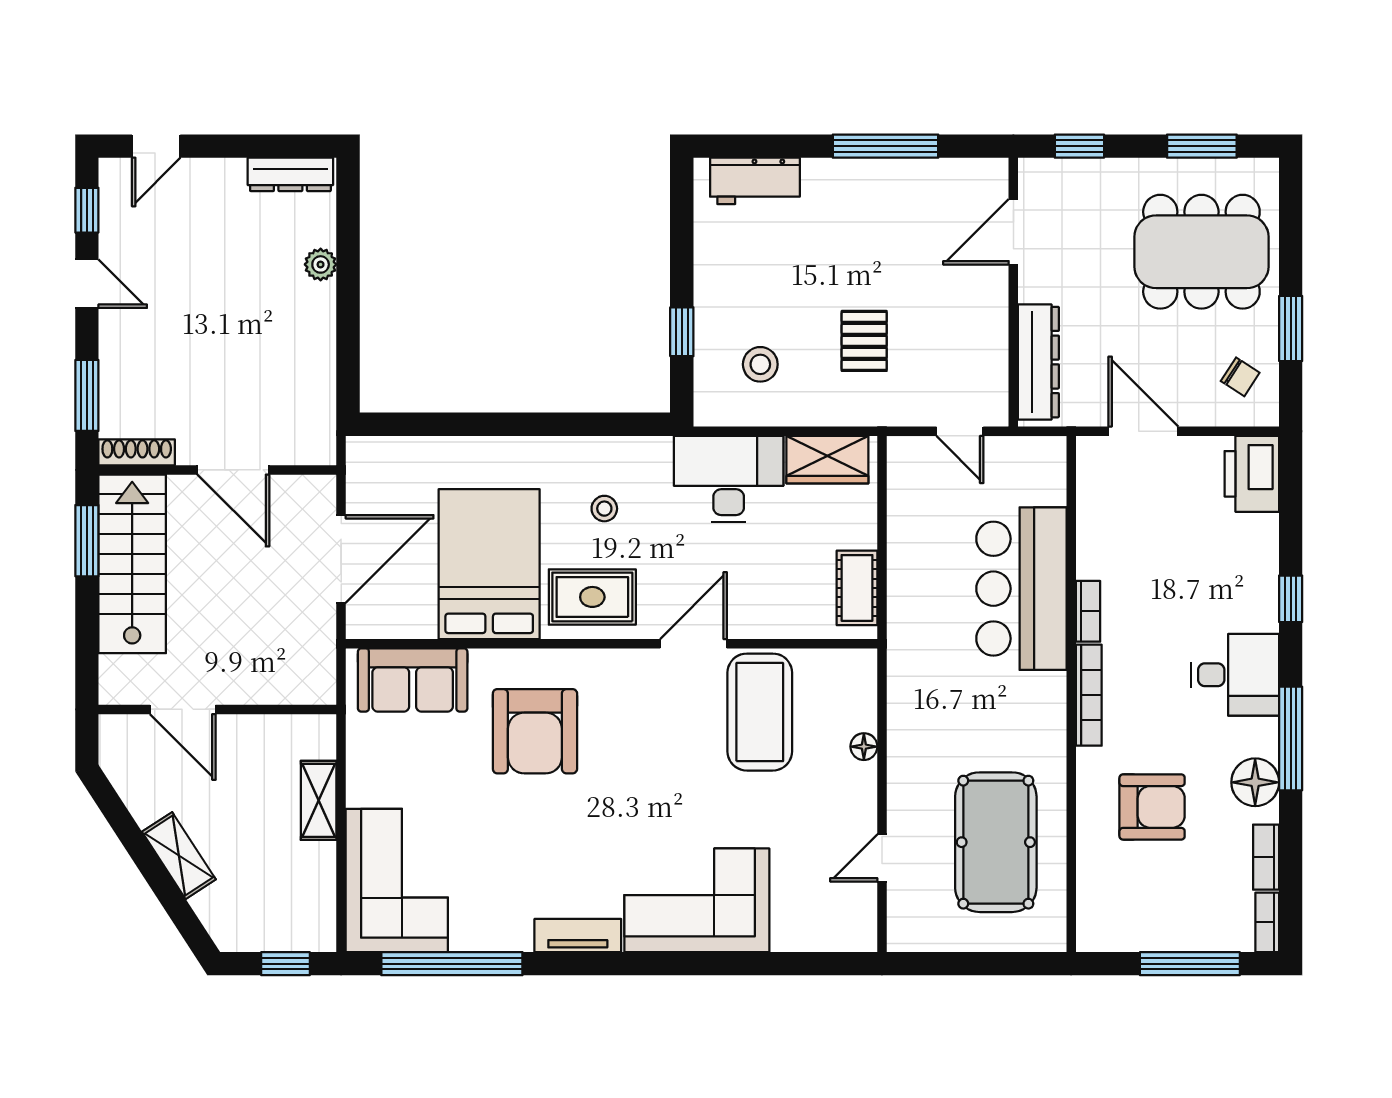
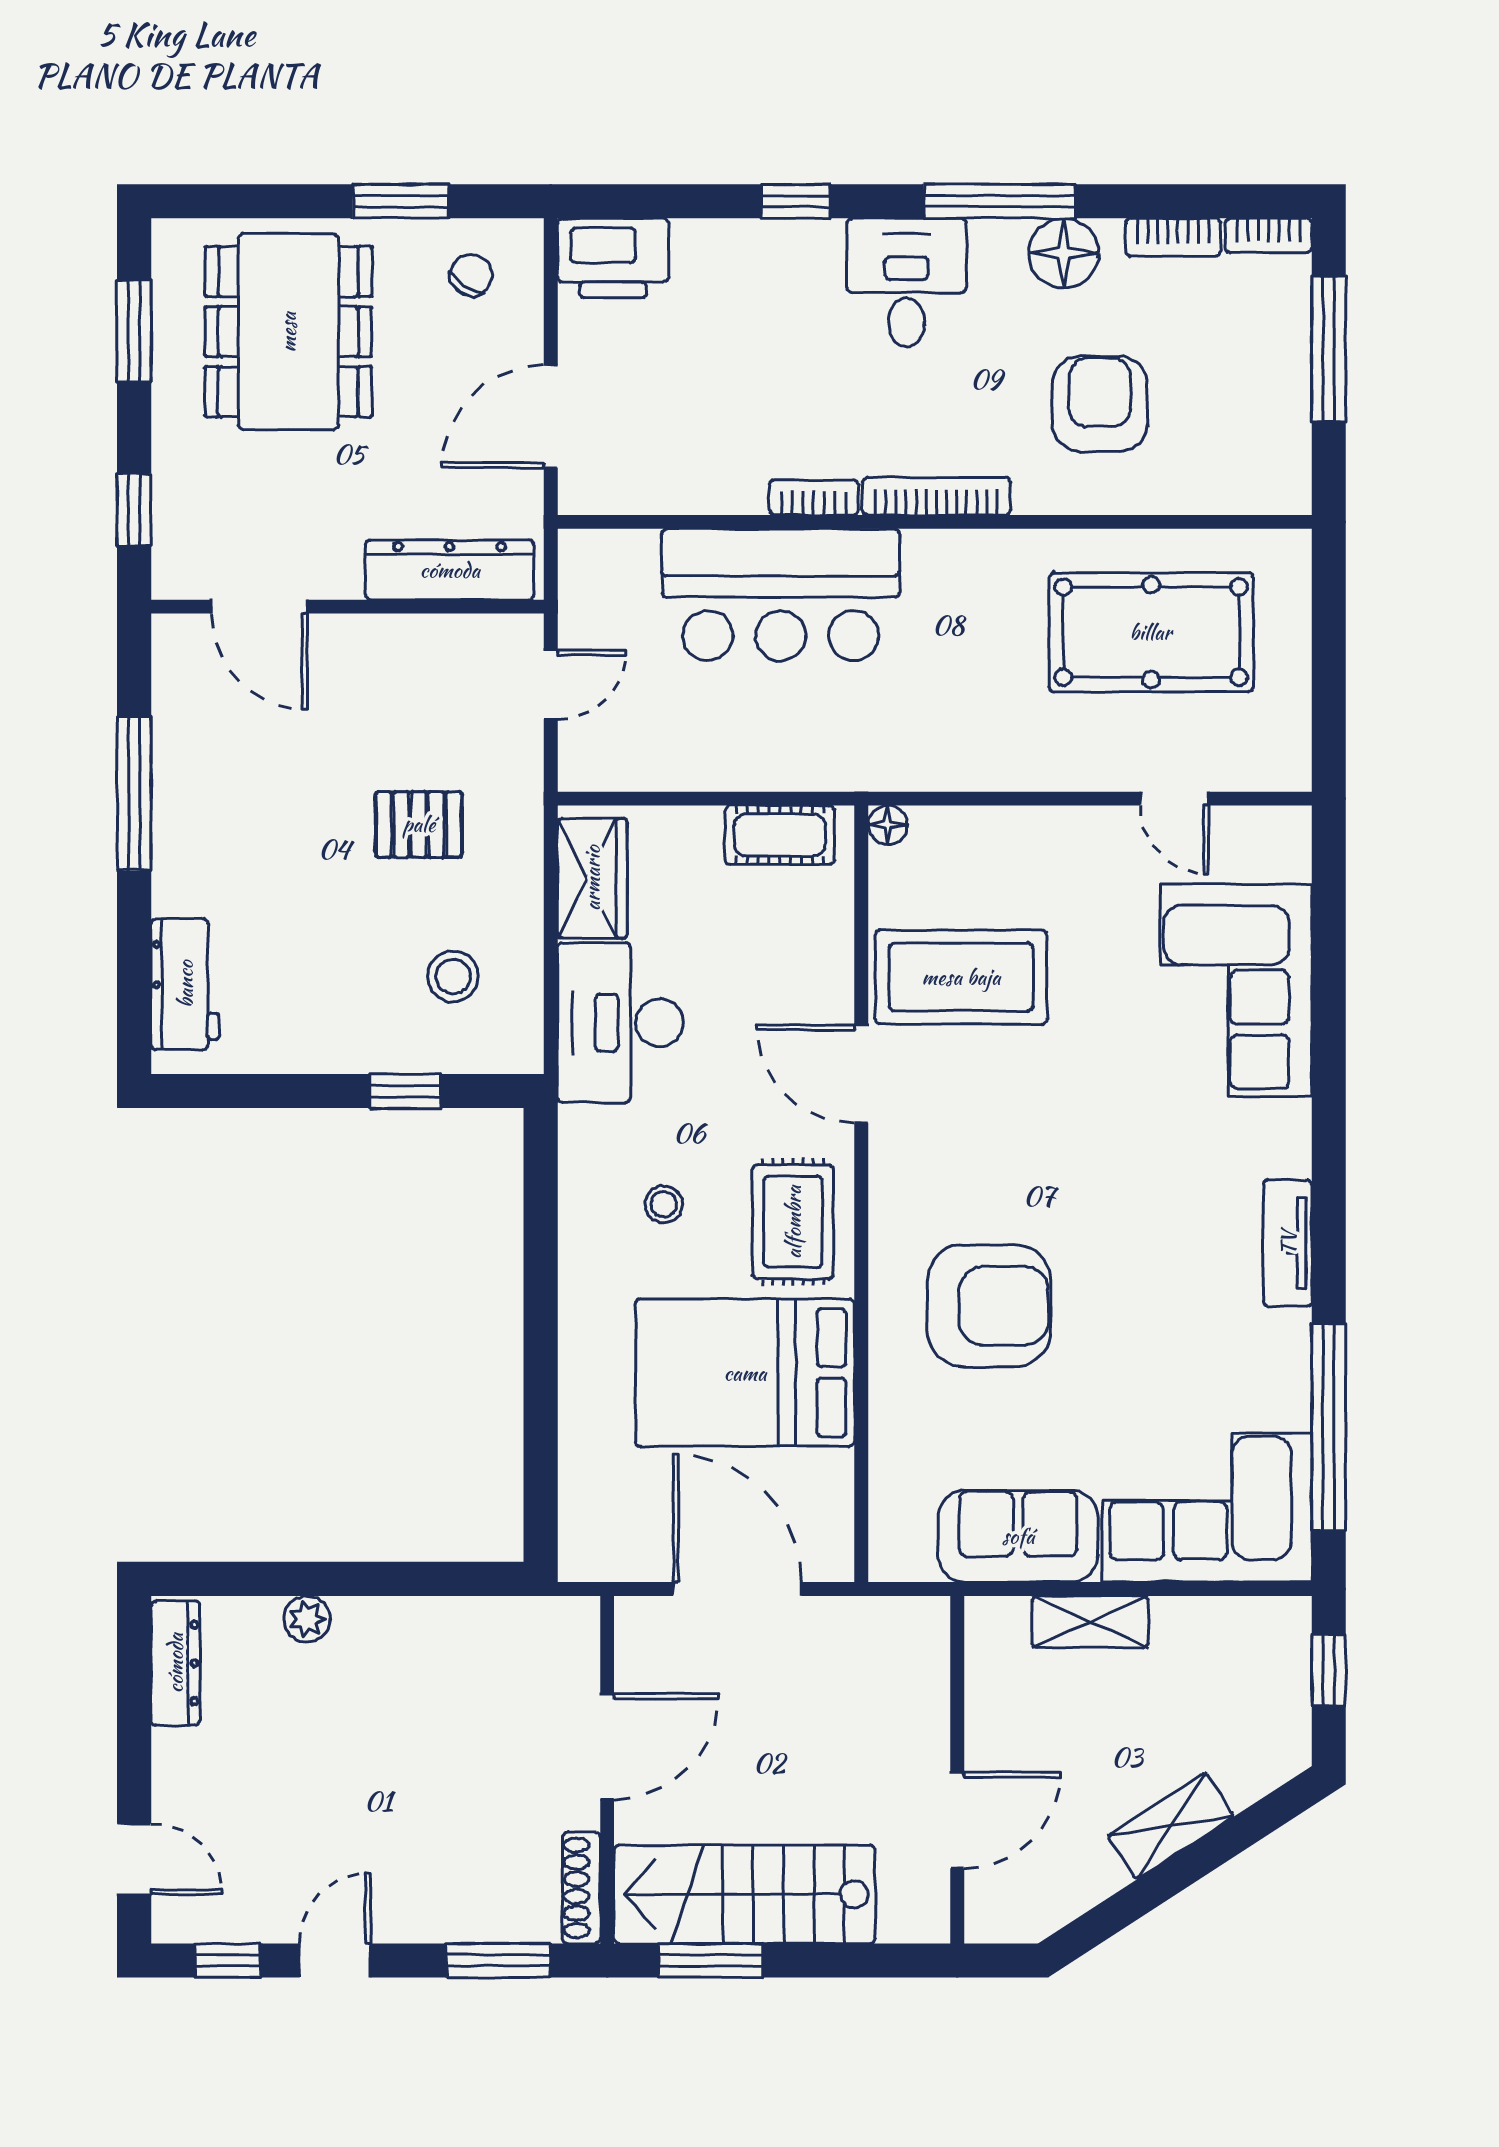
sofa: (413, 680) -> (1018, 1536), moved, turned -90
floor lamp: (864, 747) -> (888, 825), moved
corner sofa: (697, 900) -> (1236, 990), moved

